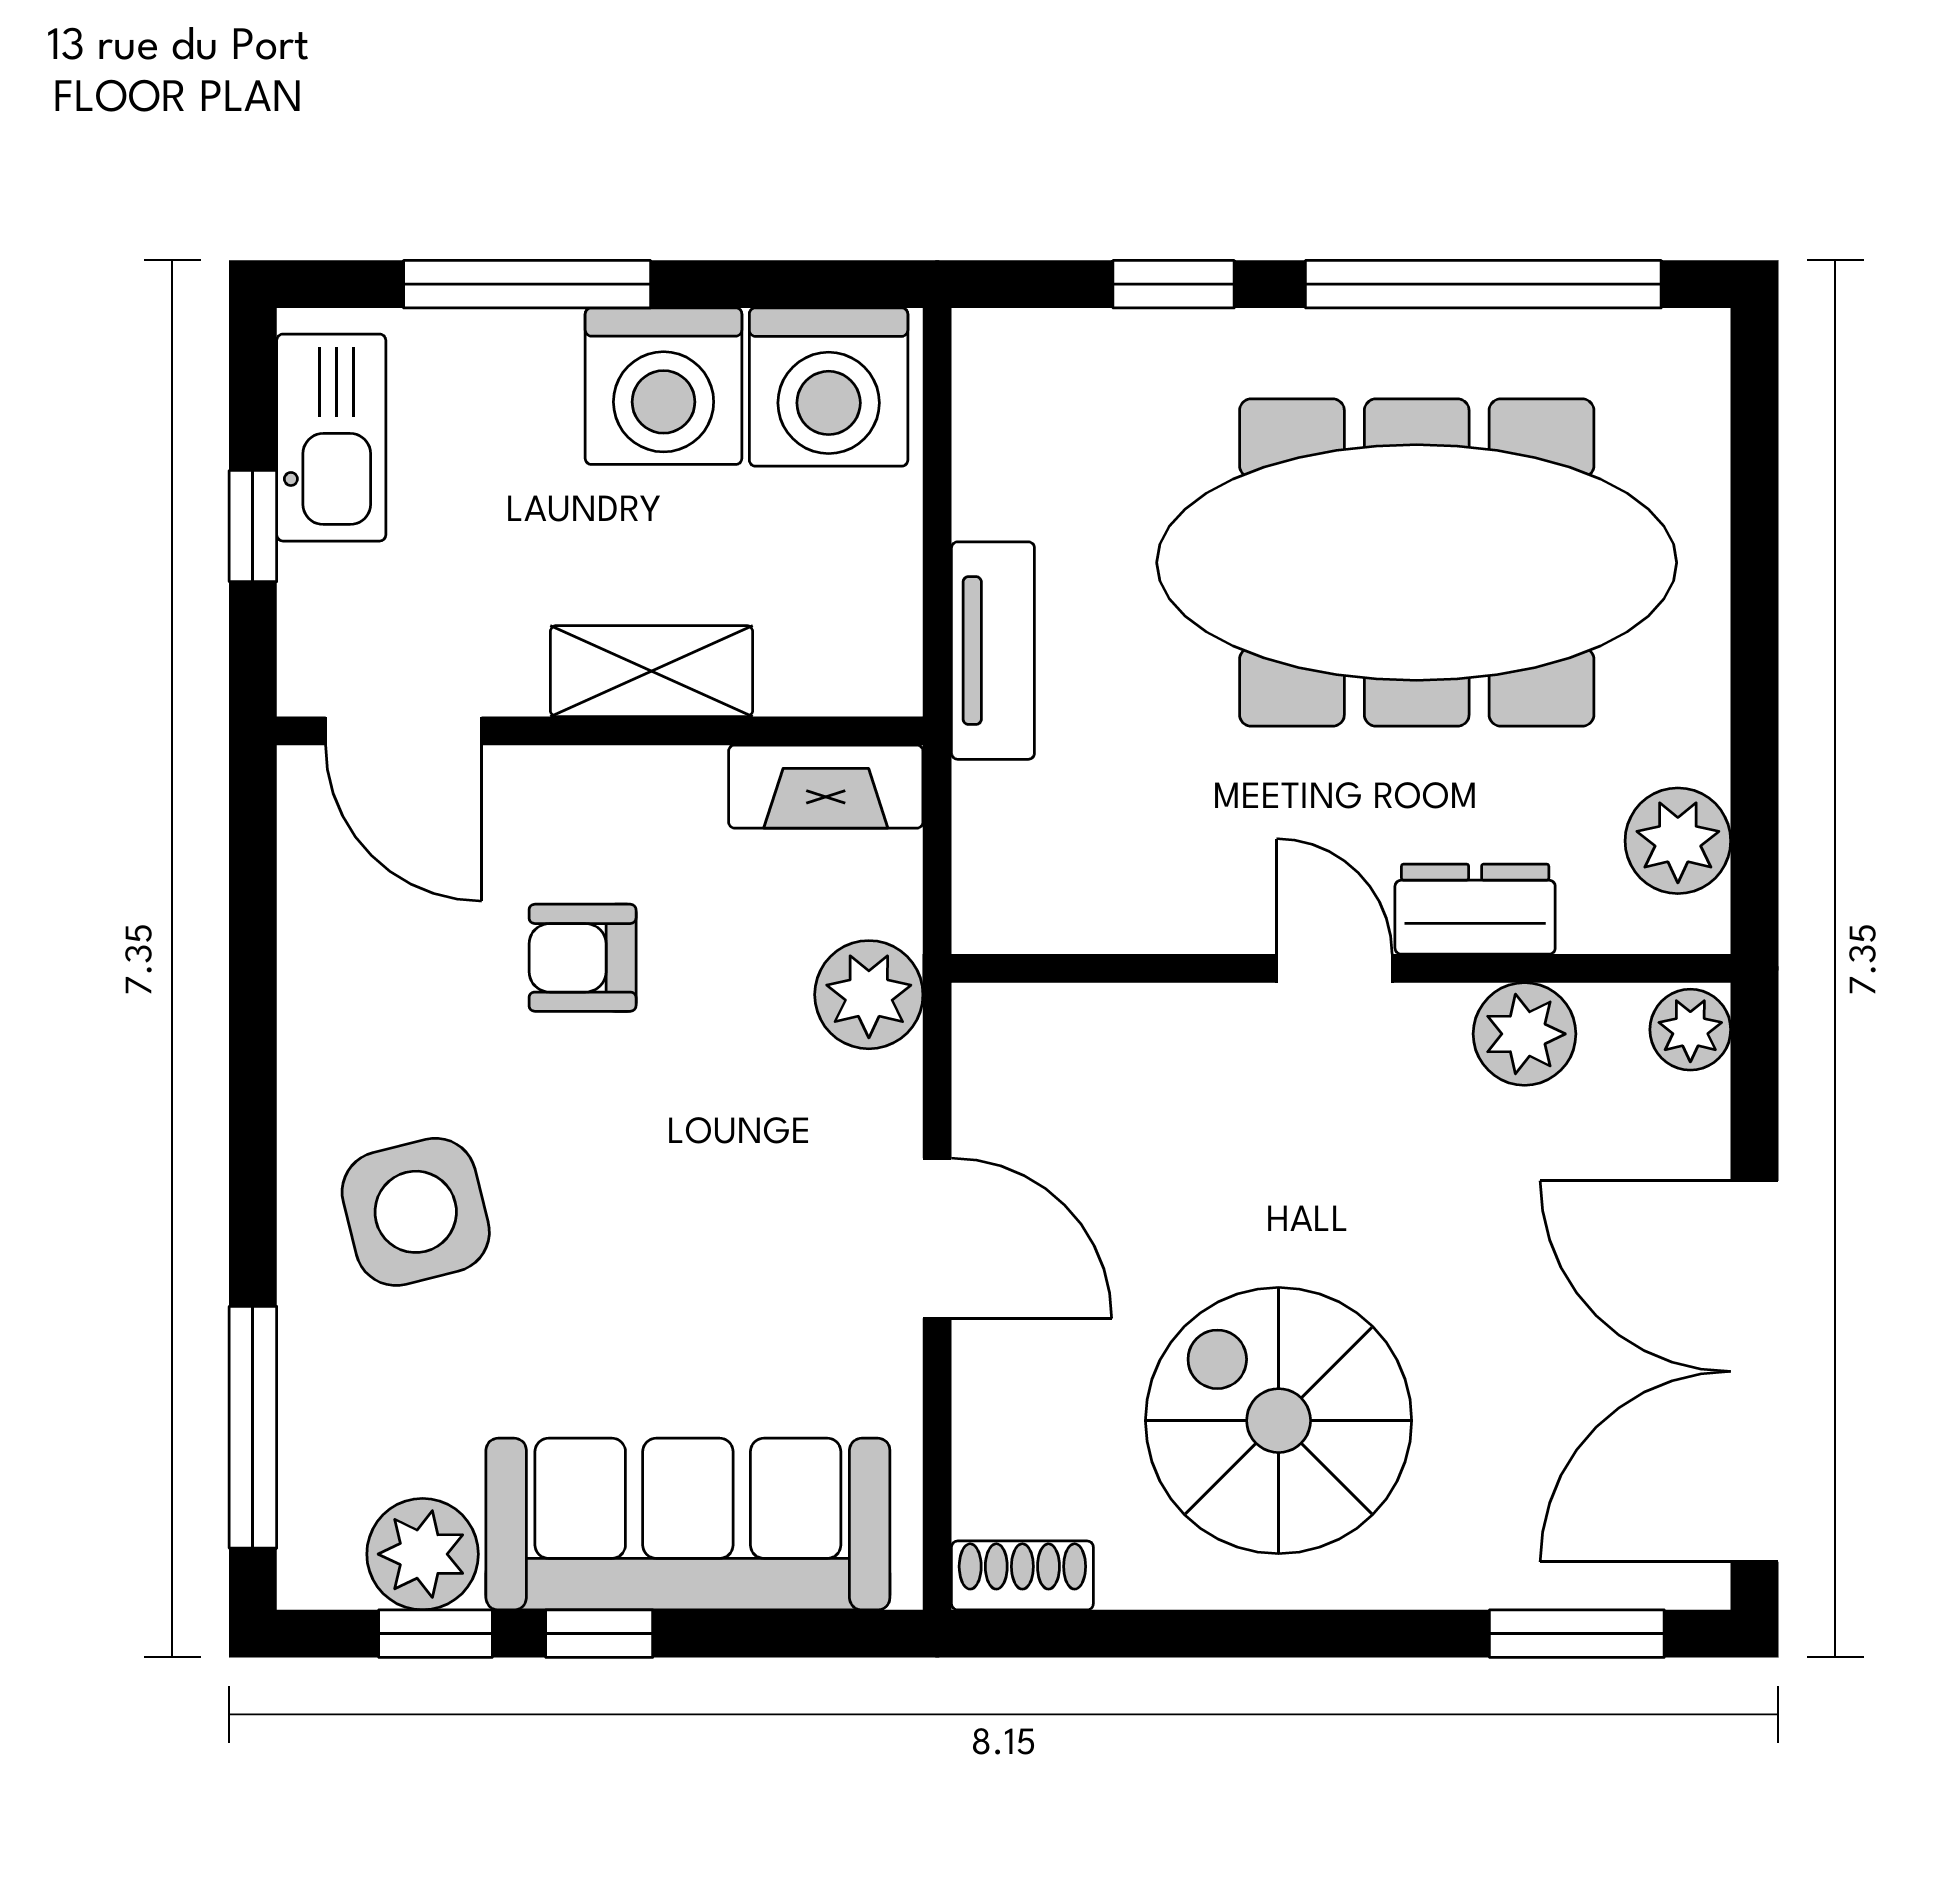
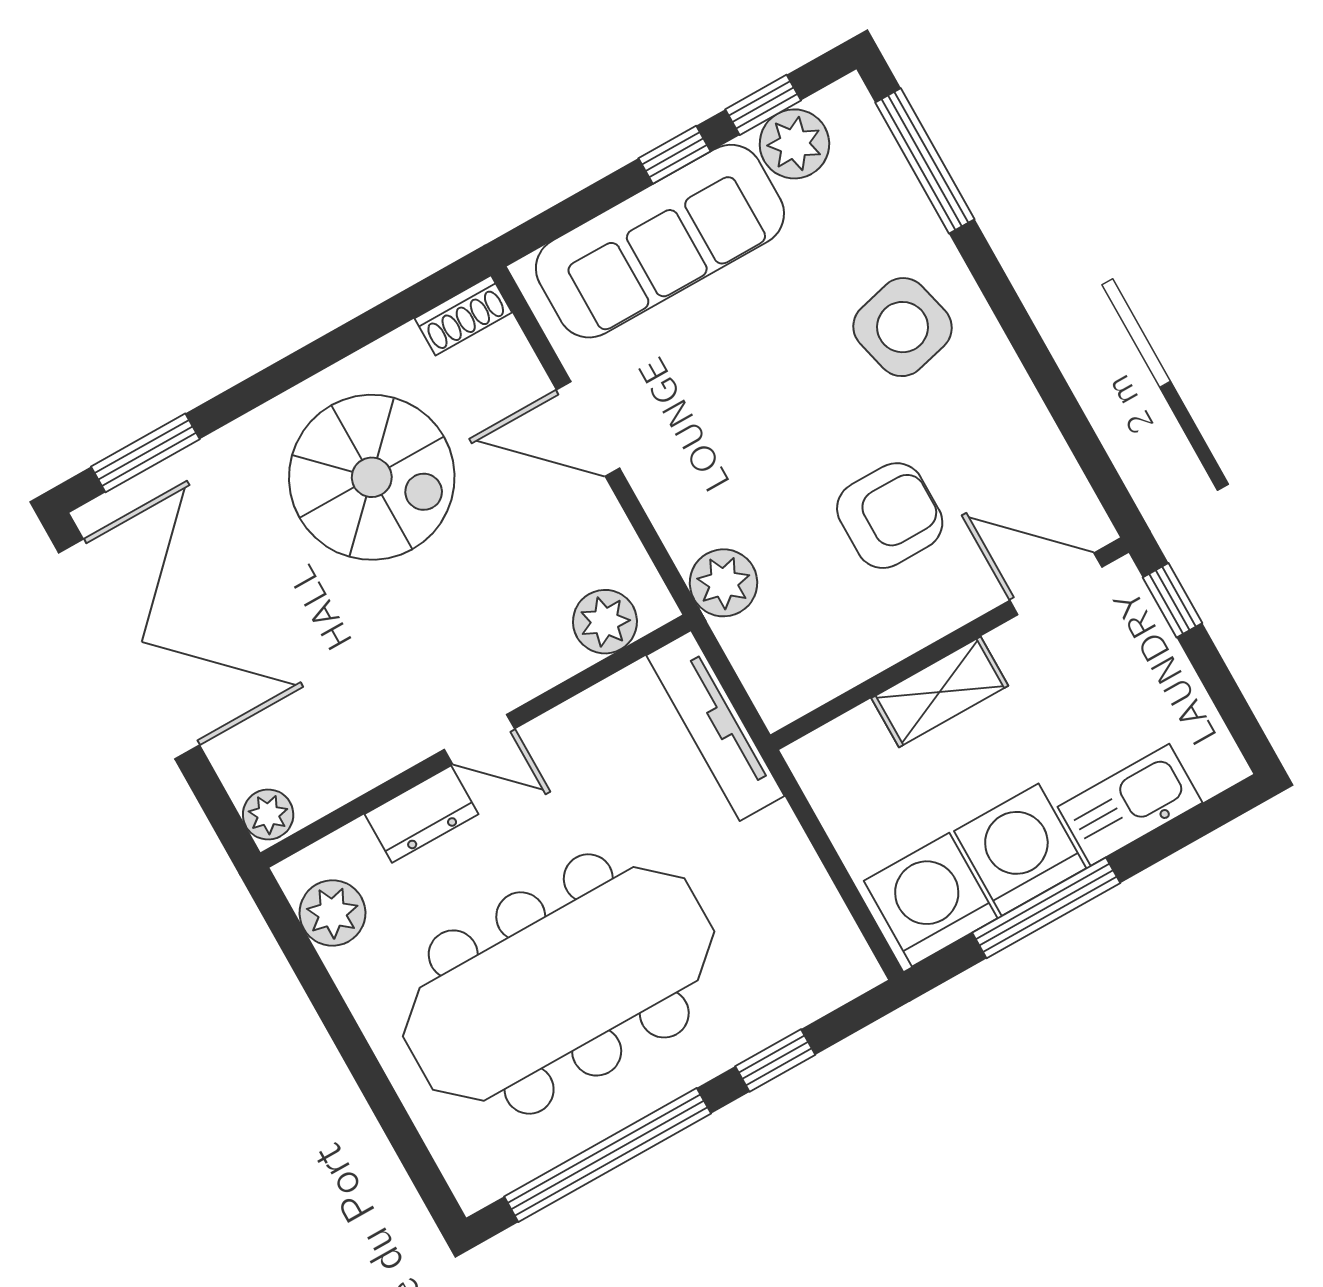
window: (527, 284) -> (1046, 908), moved
kitchen sink: (331, 438) -> (1130, 805), moved, turned 90
window: (253, 526) -> (1173, 600), moved
tv unit: (993, 651) -> (715, 726), moved, width x1.41
fireplace: (826, 787) -> (810, 682), removed
armchair: (583, 958) -> (890, 516), width x1.38, depth x1.38
plant: (1525, 1034) -> (605, 622), moved
door: (937, 1238) -> (588, 429), moved

